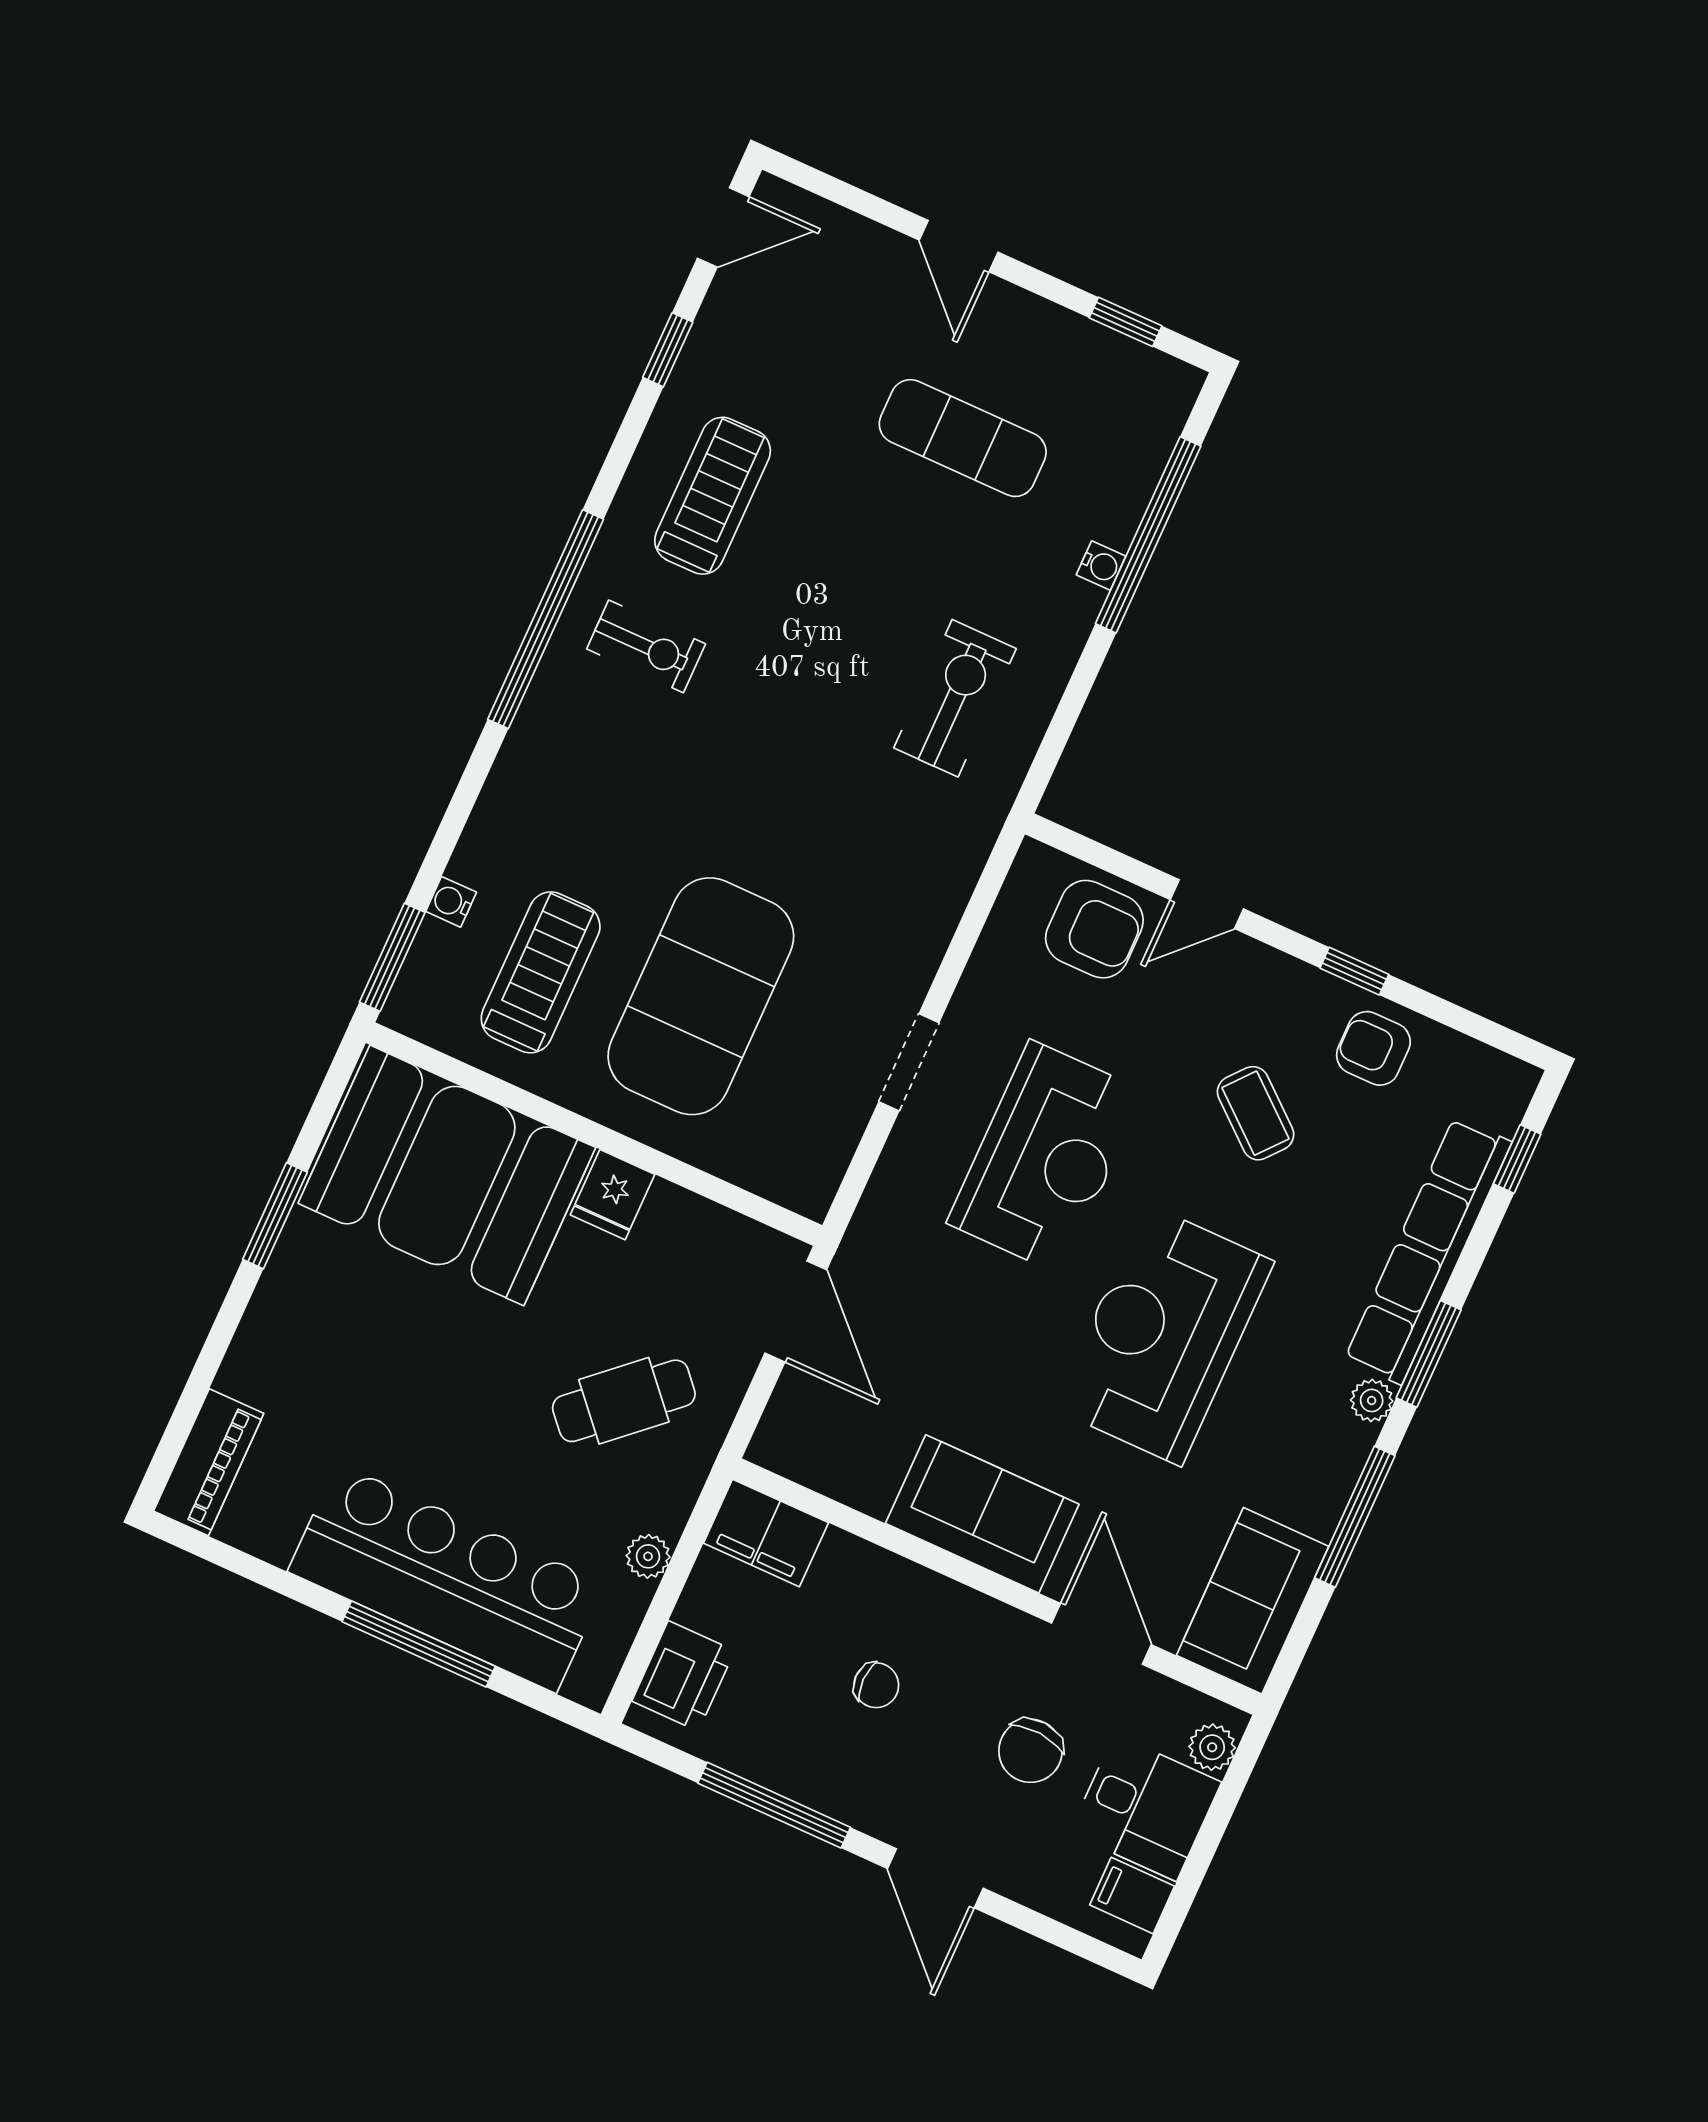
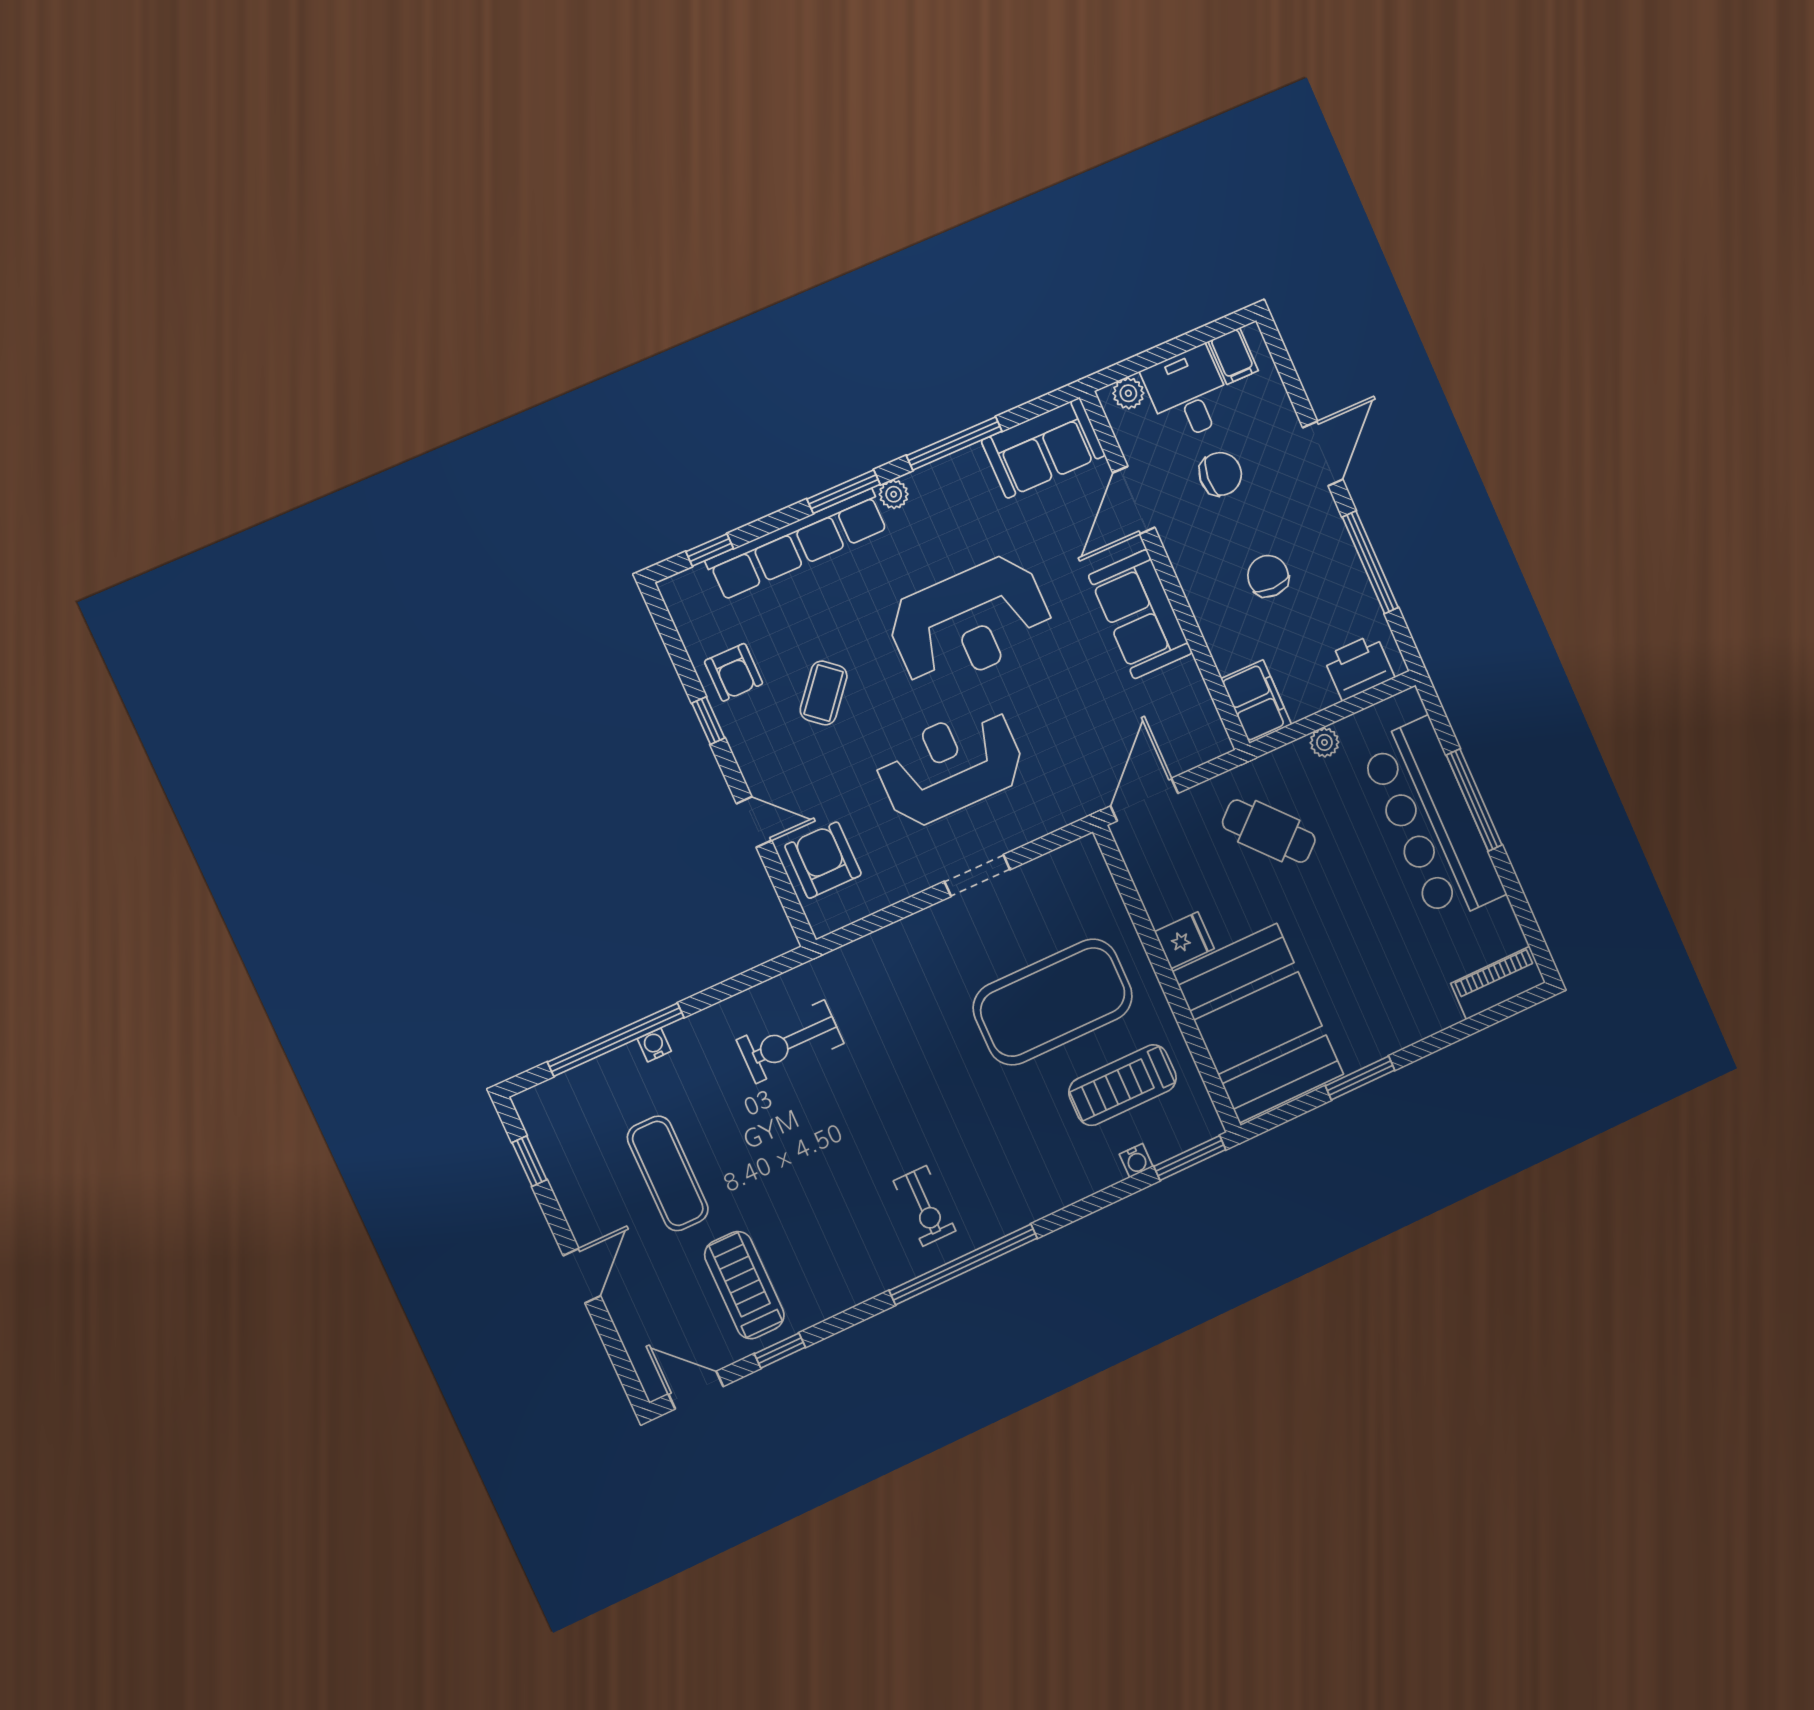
treadmill: (713, 496) -> (744, 1285), moved, turned 90
exercise bike: (646, 646) -> (925, 1206), turned 180
chair: (876, 1685) -> (1268, 576), width x1.37, depth x1.37

